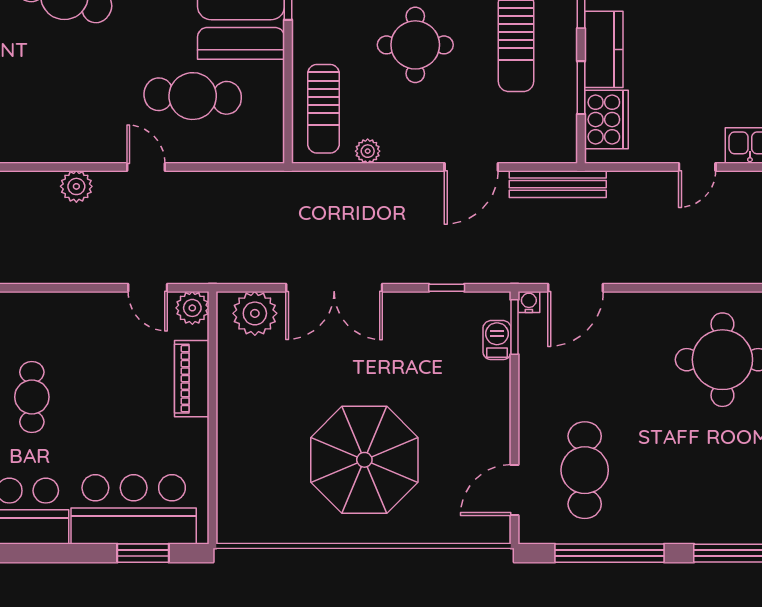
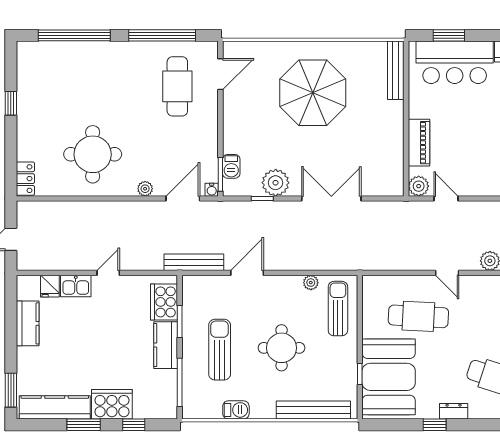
plant: (637, 304) -> (145, 189), added
plant: (255, 313) -> (276, 183), moved
bench: (229, 496) -> (396, 70), added

